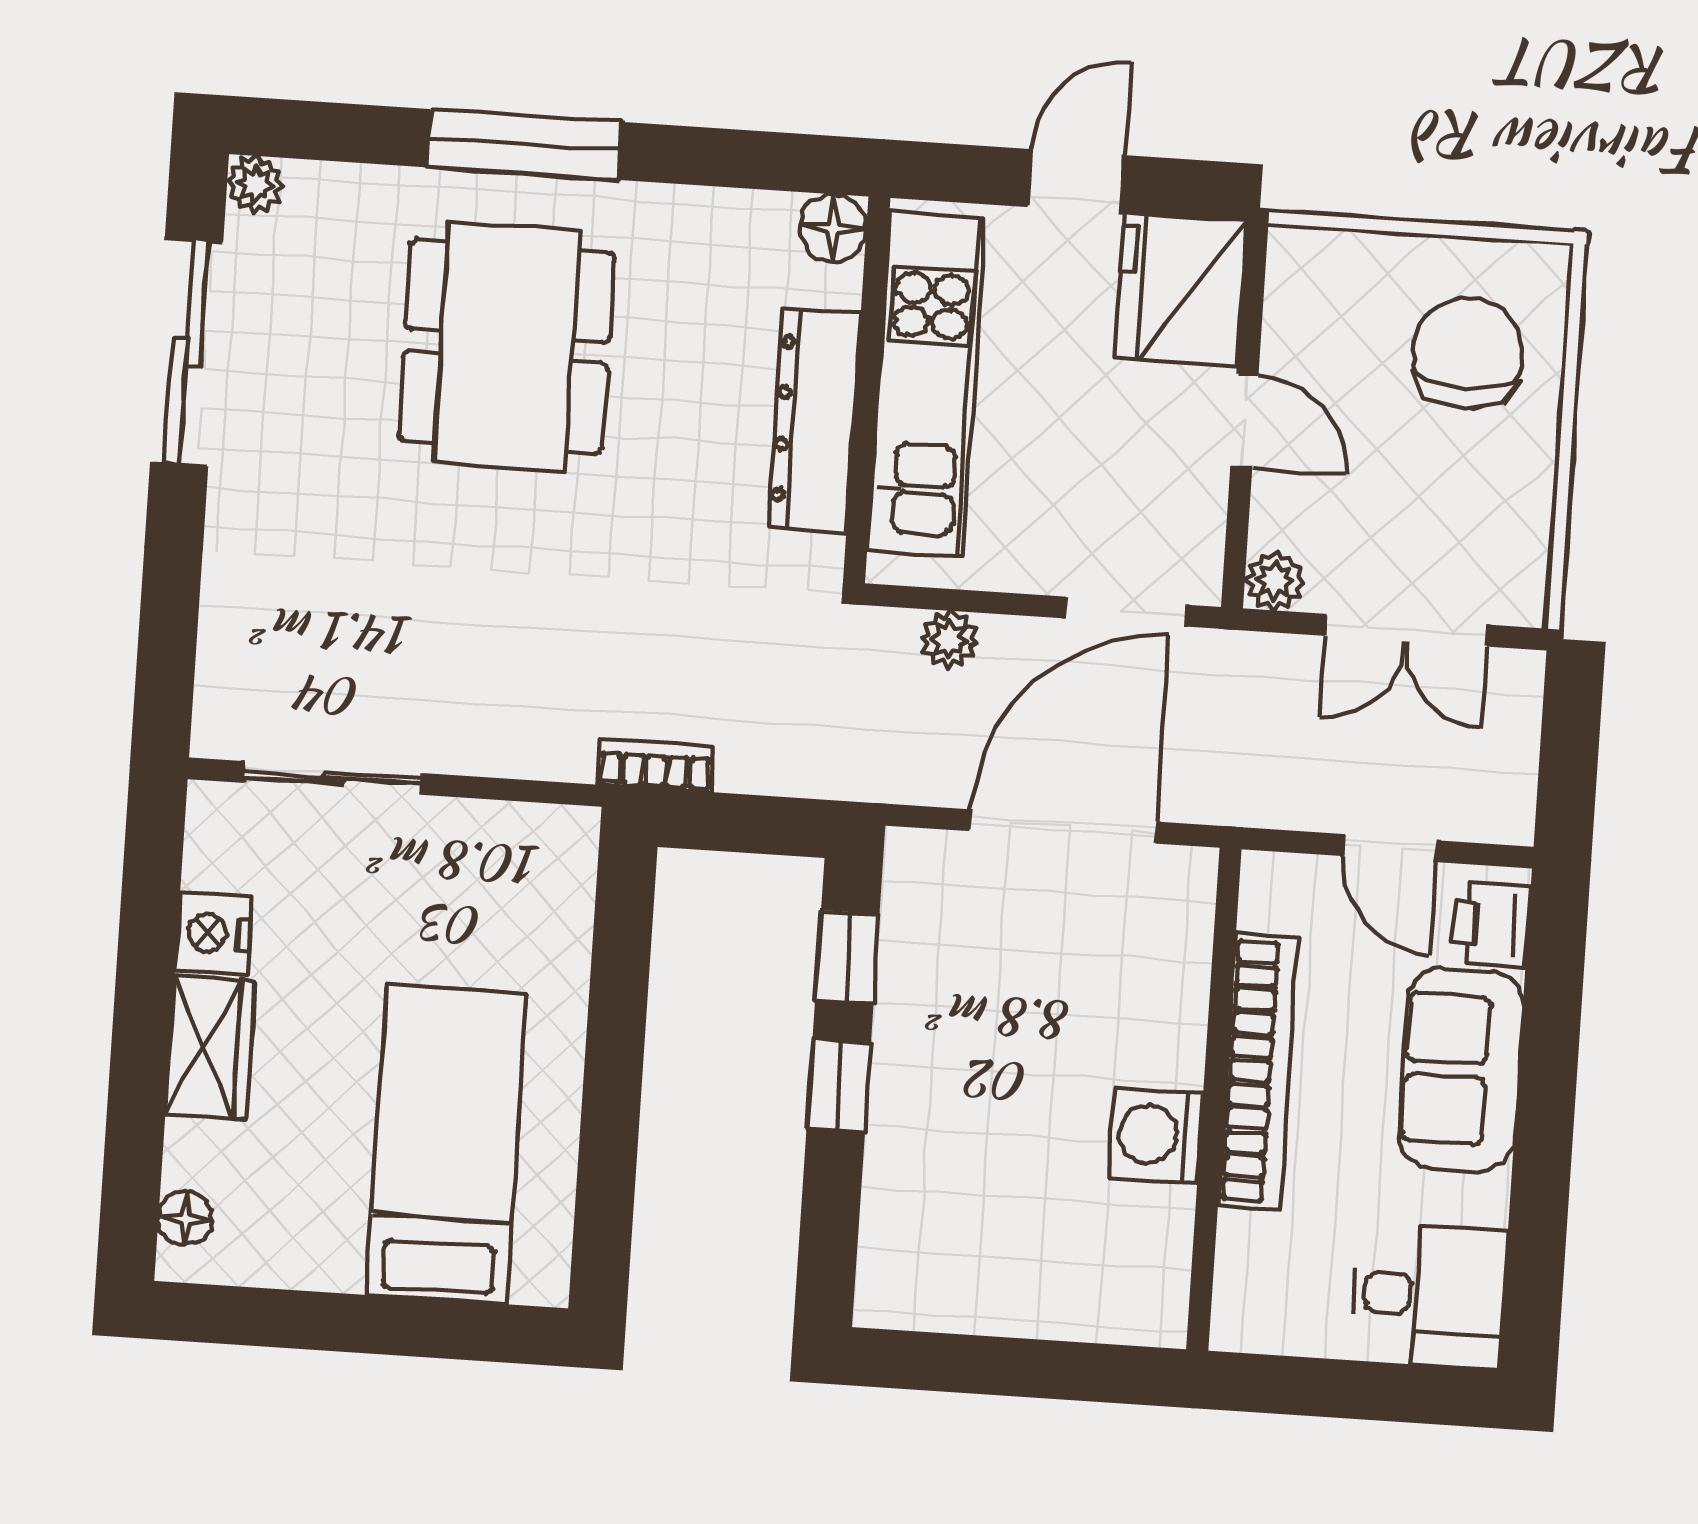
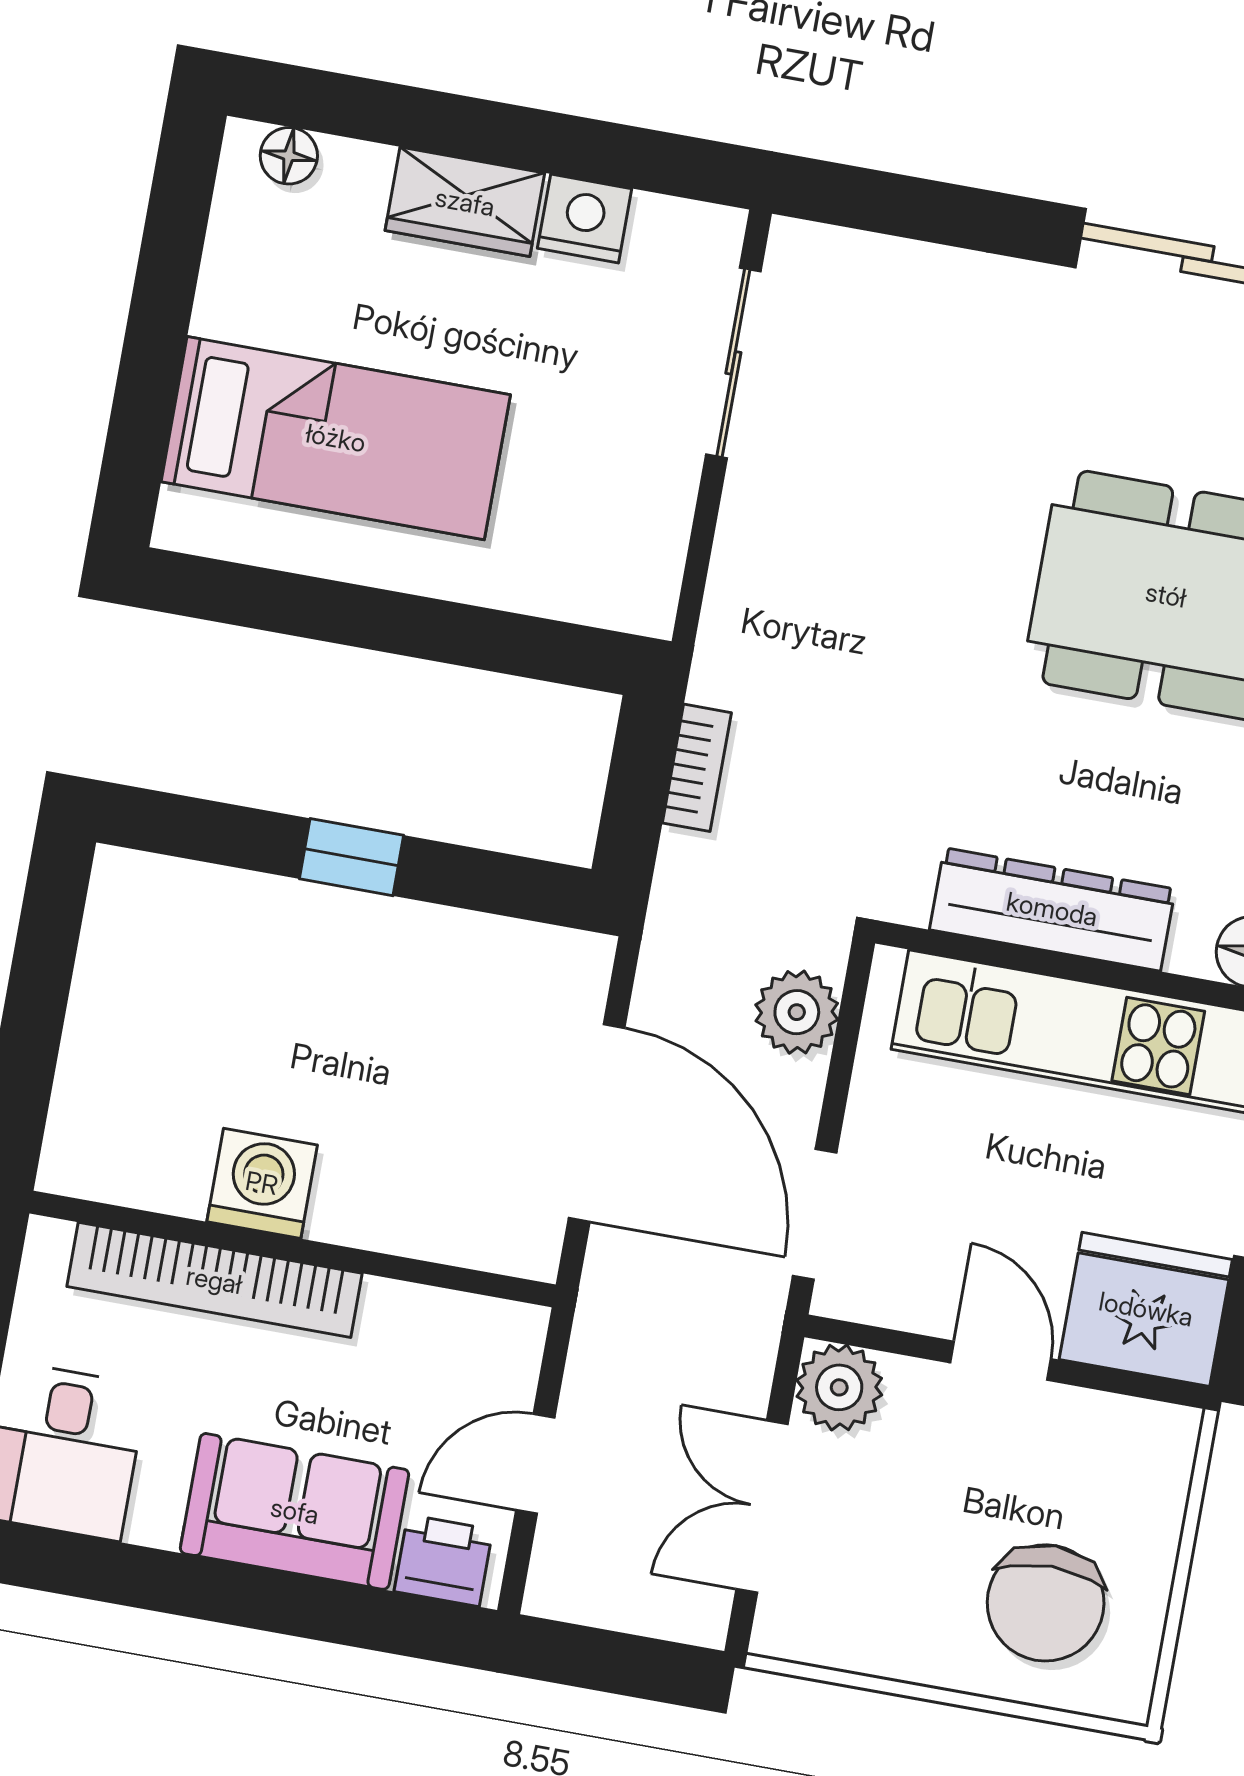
chair: (1468, 353) -> (1046, 1603), turned 90
door: (1244, 421) -> (1001, 1361), swing flipped
plant: (1275, 581) -> (839, 1387), width x1.38, depth x1.38
plant: (949, 640) -> (797, 1012), width x1.38, depth x1.38
bookcase: (656, 765) -> (697, 768), moved
window: (847, 957) -> (485, 881), removed
bookcase: (1258, 1071) -> (214, 1280), moved

